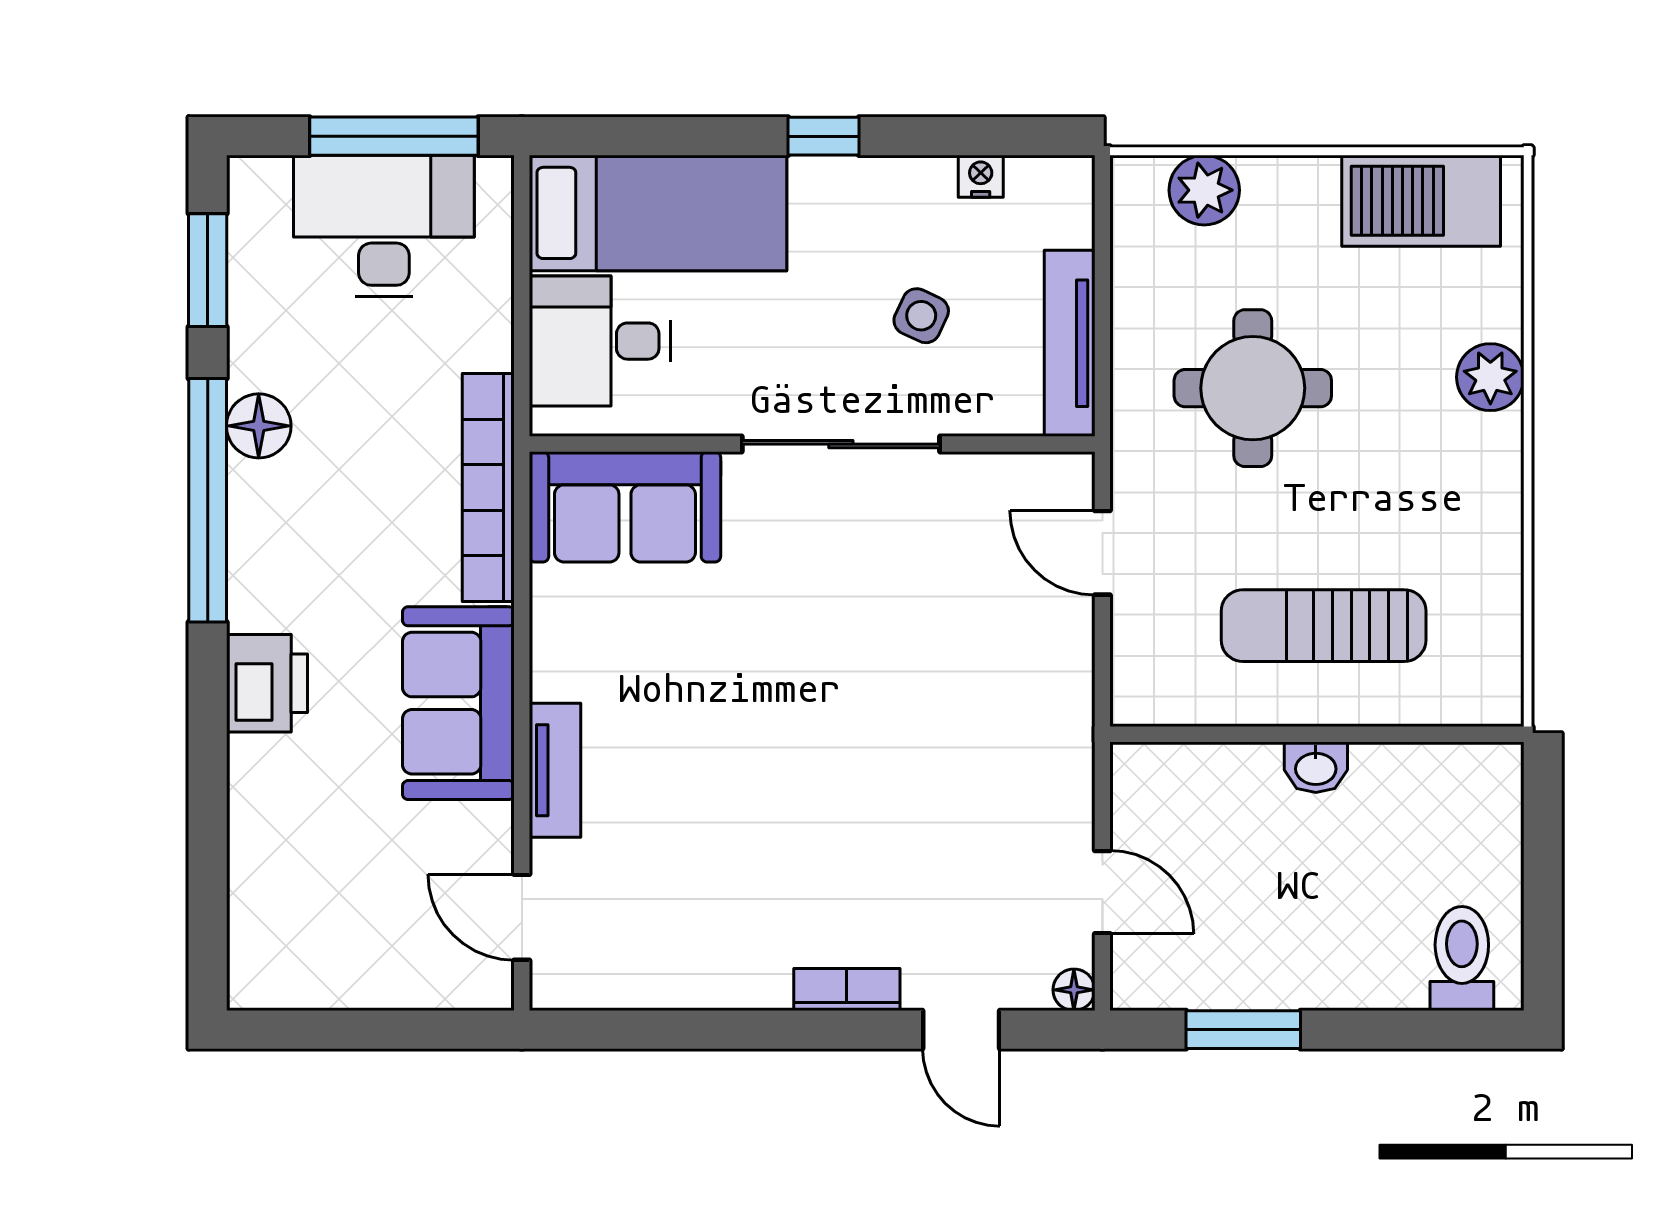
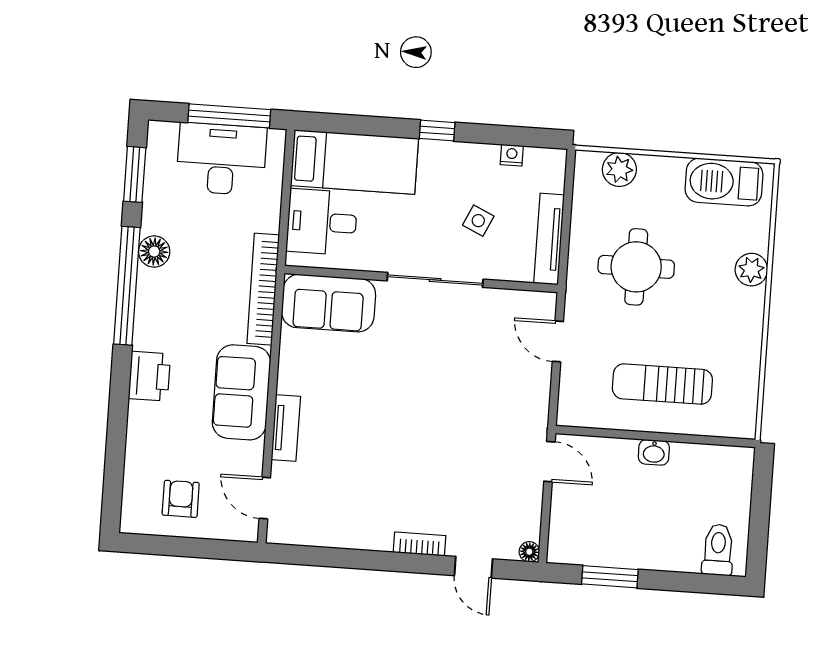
door: (1102, 892) -> (549, 462), moved
armchair: (349, 931) -> (181, 499), added

